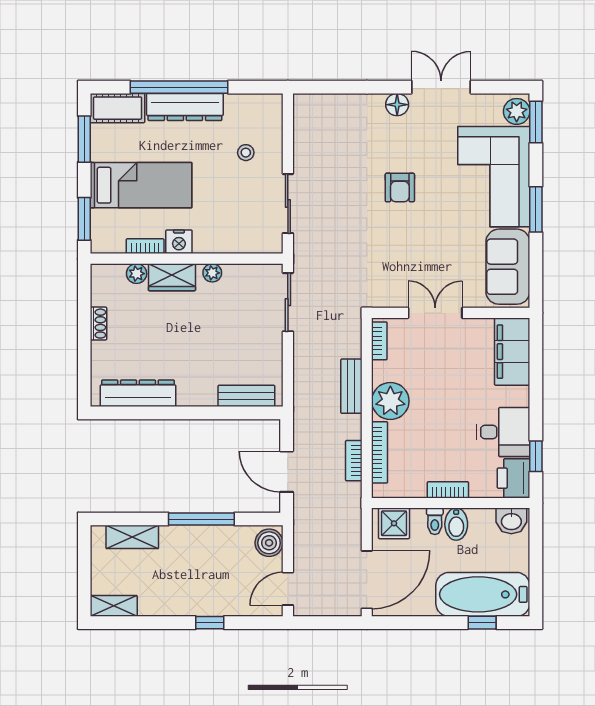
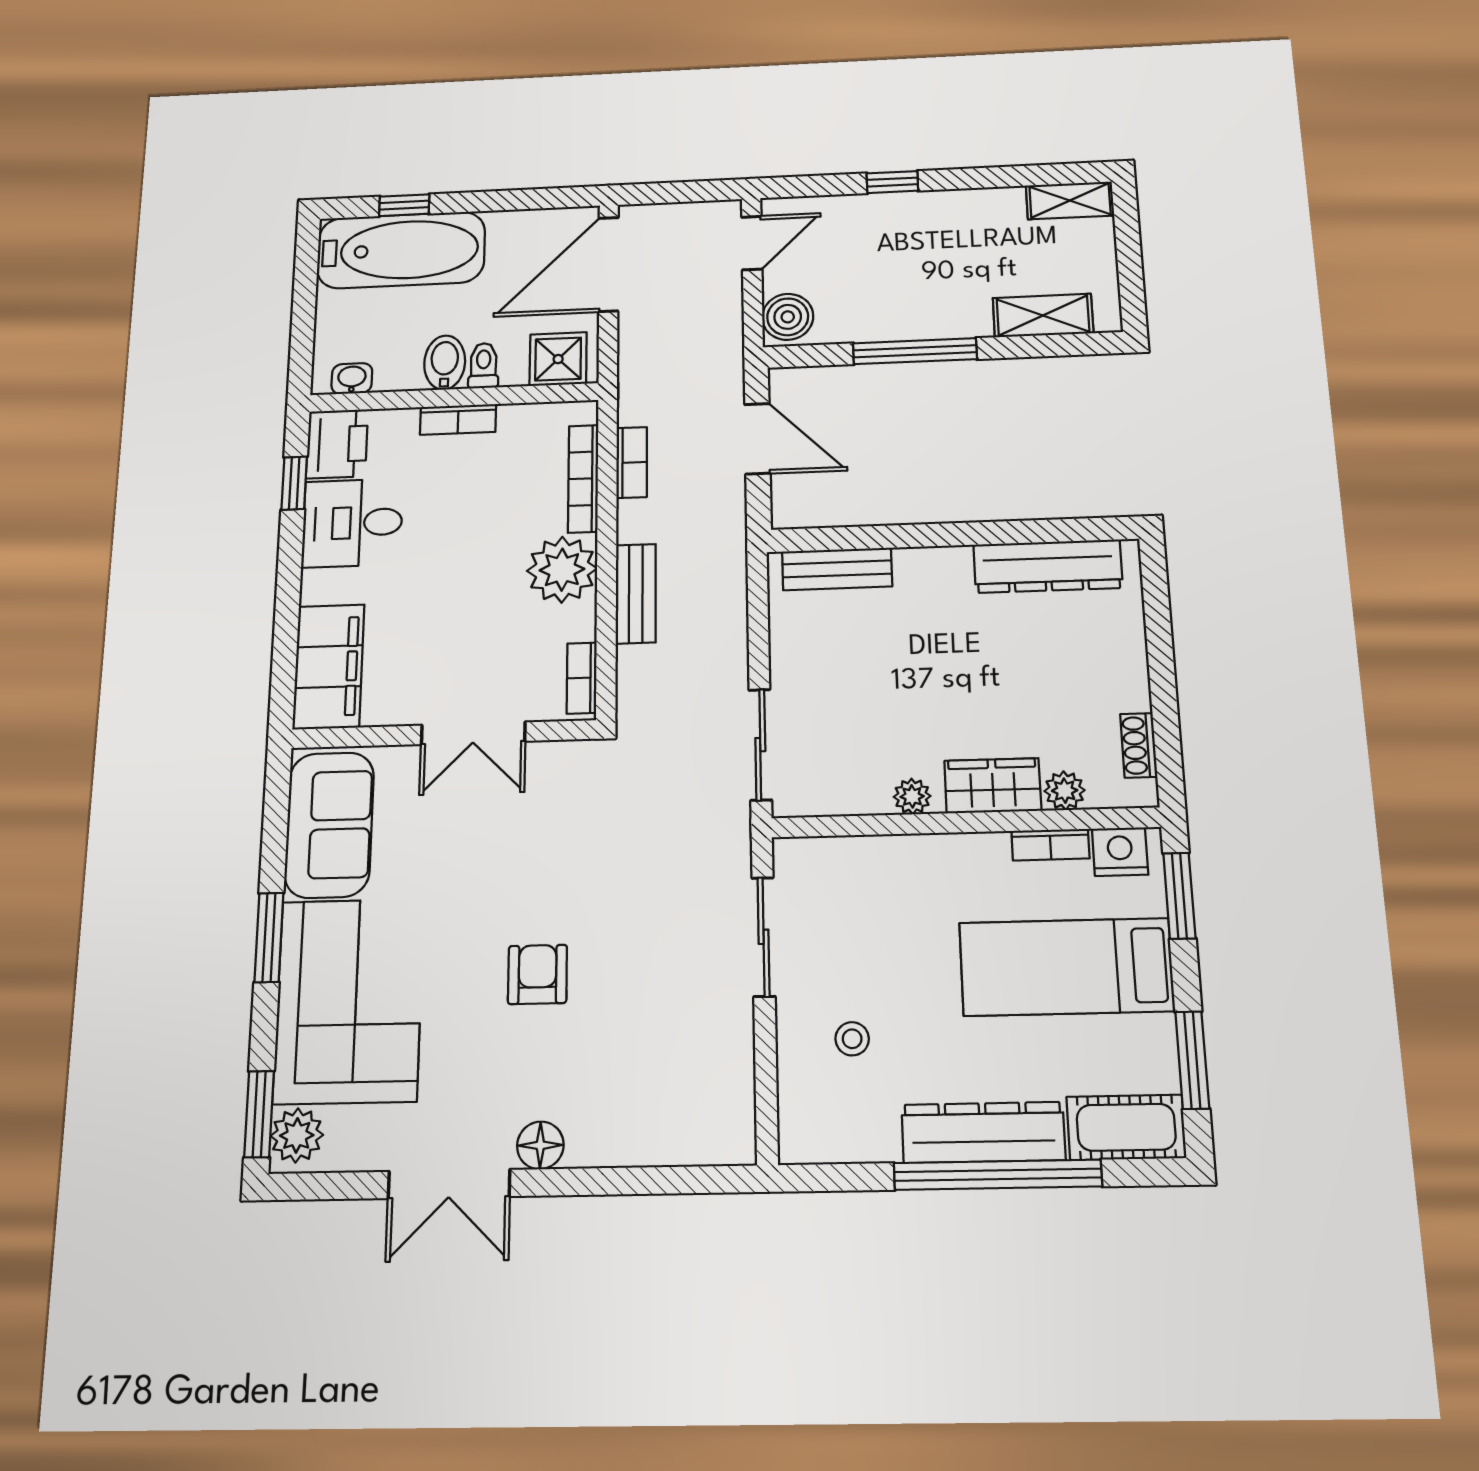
nightstand: (179, 242) -> (1120, 852), moved
shoe rack: (98, 324) -> (1139, 745), moved
washbasin: (511, 521) -> (352, 379), width x0.72, depth x0.69

